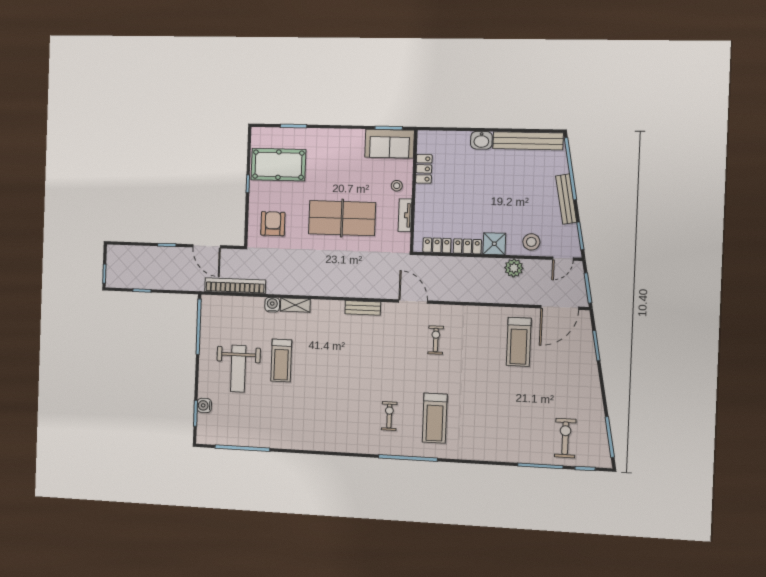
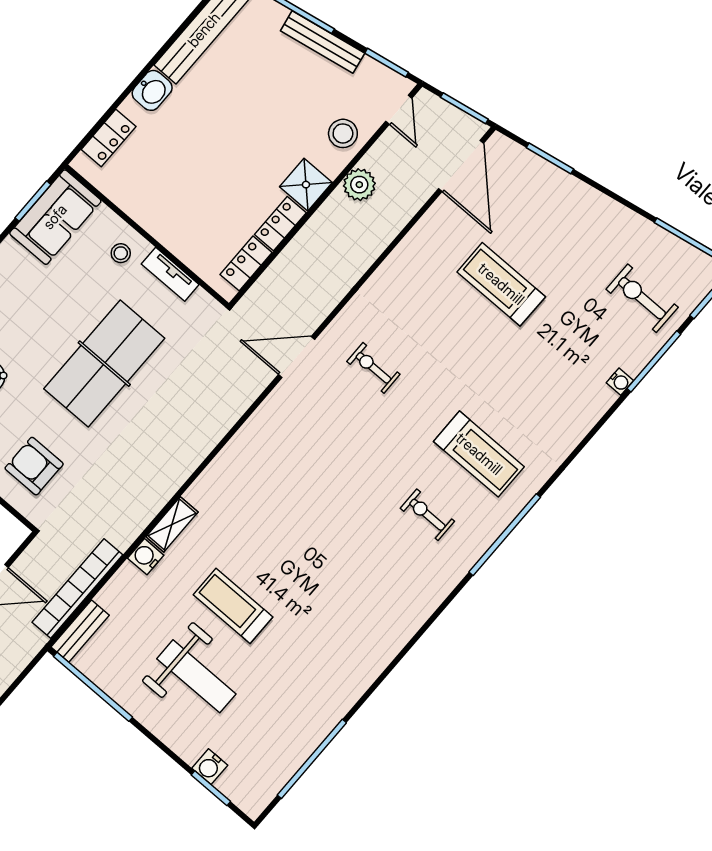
locker: (424, 169) -> (109, 138), moved, turned 90
bench: (363, 308) -> (80, 631), moved
treadmill: (519, 342) -> (501, 284), moved, turned 180
treadmill: (281, 360) -> (233, 606), turned 180
water cooler: (519, 457) -> (620, 382), added

